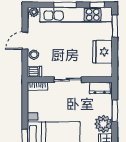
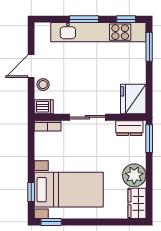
plant: (34, 12) -> (43, 29), removed
fridge: (103, 52) -> (133, 99), moved
window: (115, 111) -> (149, 139), moved

